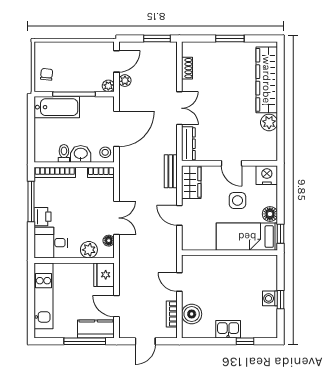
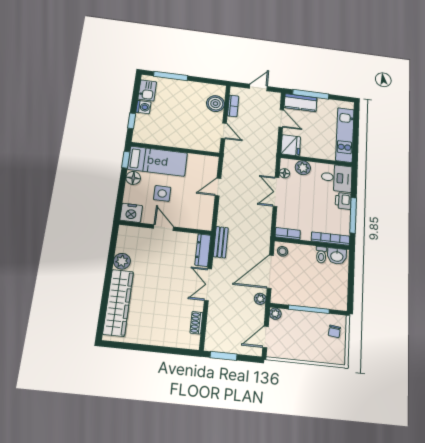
window: (230, 38) -> (150, 348), removed
plant: (125, 81) -> (260, 299), moved
bathtub: (57, 107) -> (326, 299), removed
washbasin: (81, 154) -> (337, 256), moved
bench: (171, 171) -> (221, 242), moved
wardrobe: (191, 182) -> (204, 215), removed
door: (179, 215) -> (218, 187), swing flipped
window: (281, 300) -> (132, 121), moved
kitchen sink: (228, 329) -> (147, 90), moved, turned -90
window: (245, 341) -> (171, 76), width x2.17

